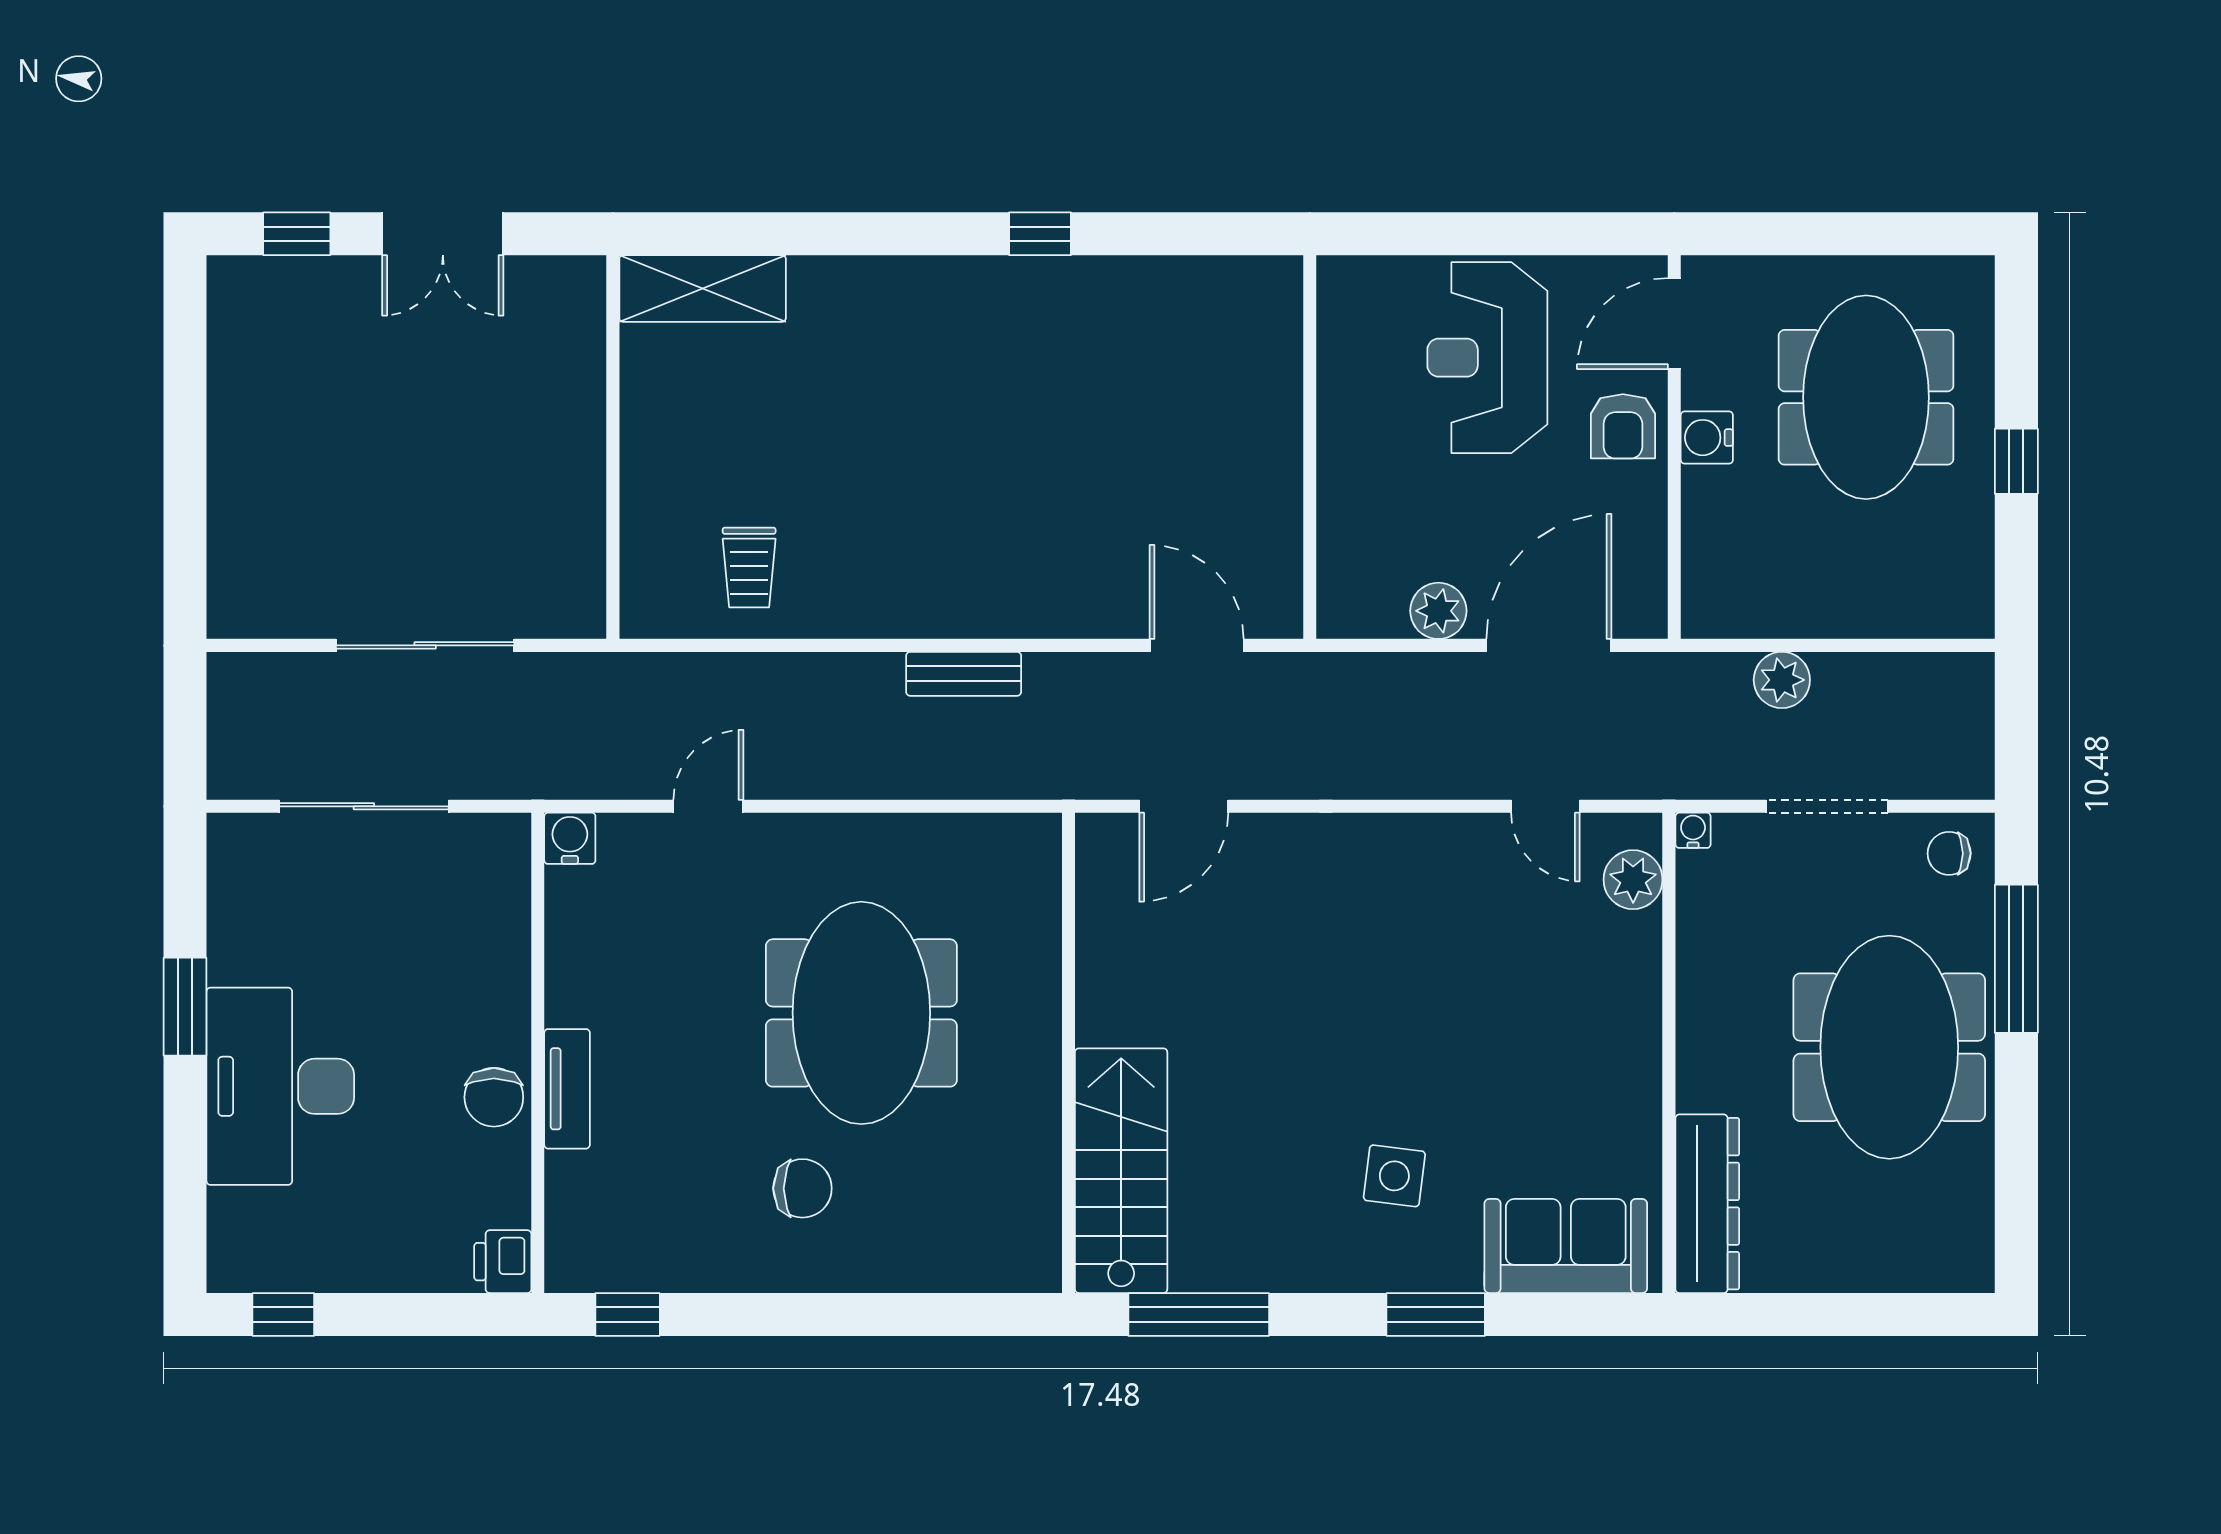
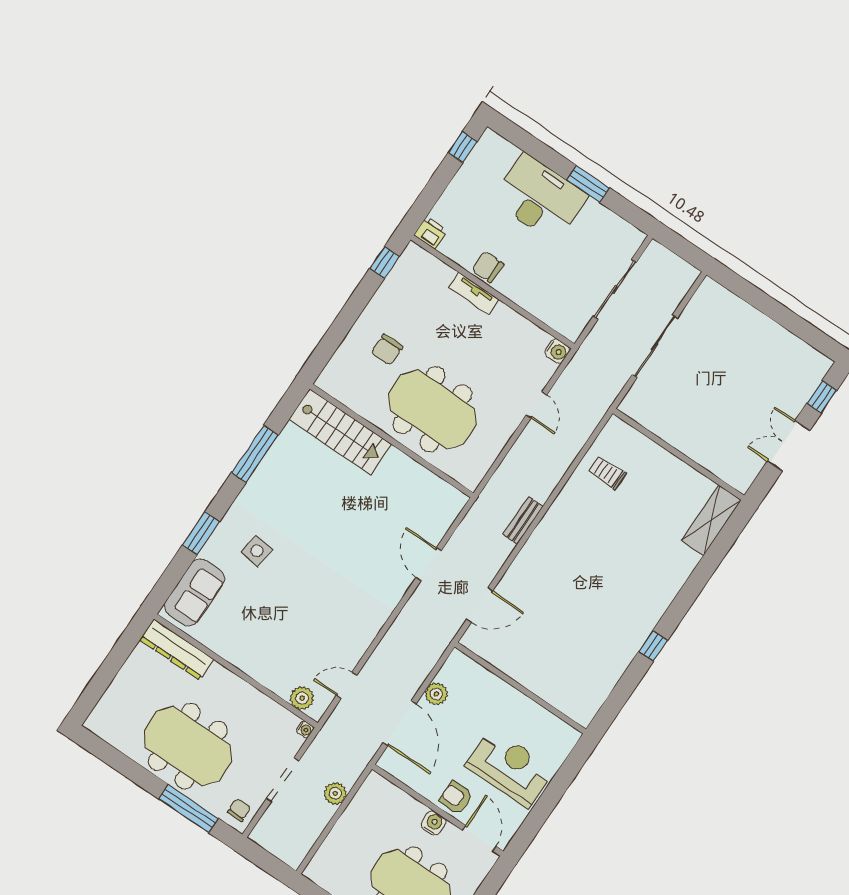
wall: (1069, 1053) -> (392, 441), moved
stairs: (1121, 1171) -> (340, 432), moved

